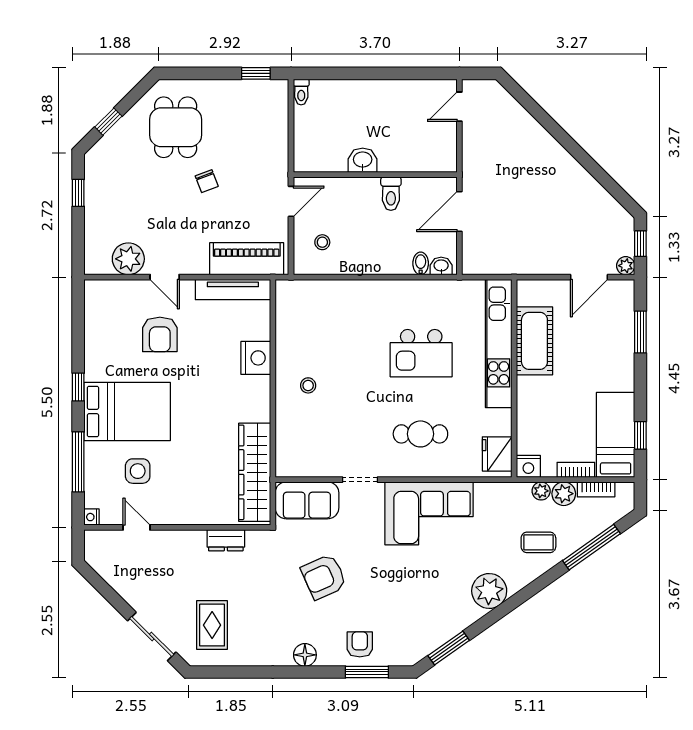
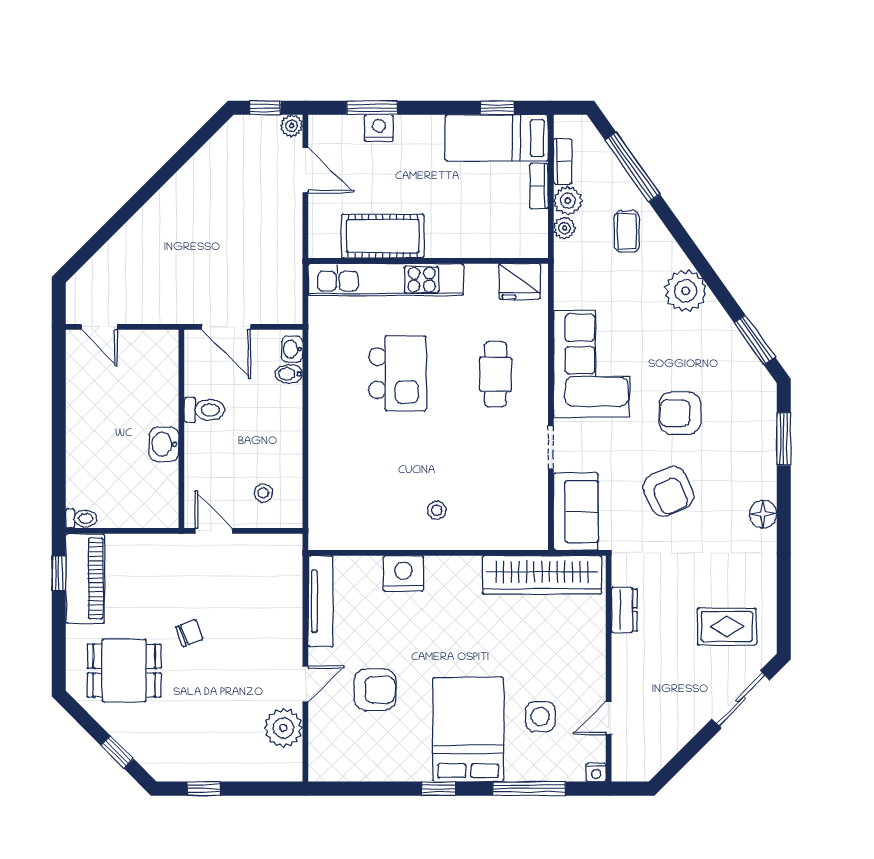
piano: (247, 259) -> (85, 578), moved, turned 180
nightstand: (528, 466) -> (379, 128), moved, turned -90
armchair: (360, 644) -> (680, 413), moved, width x1.38, depth x1.38

